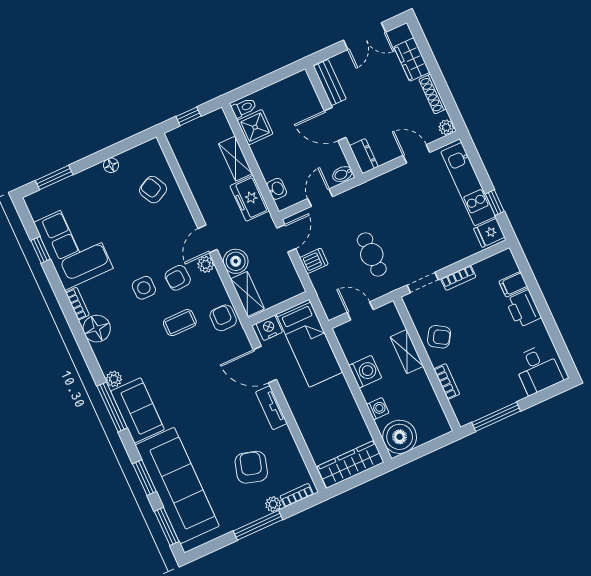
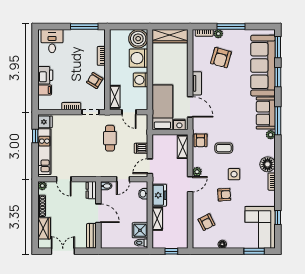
corner sofa: (73, 245) -> (260, 227), moved
boiler: (236, 261) -> (181, 166), removed
armchair: (178, 278) -> (224, 195), moved
shelving: (407, 352) -> (115, 97), moved
washing machine: (378, 409) -> (138, 58), width x1.89, depth x1.89

